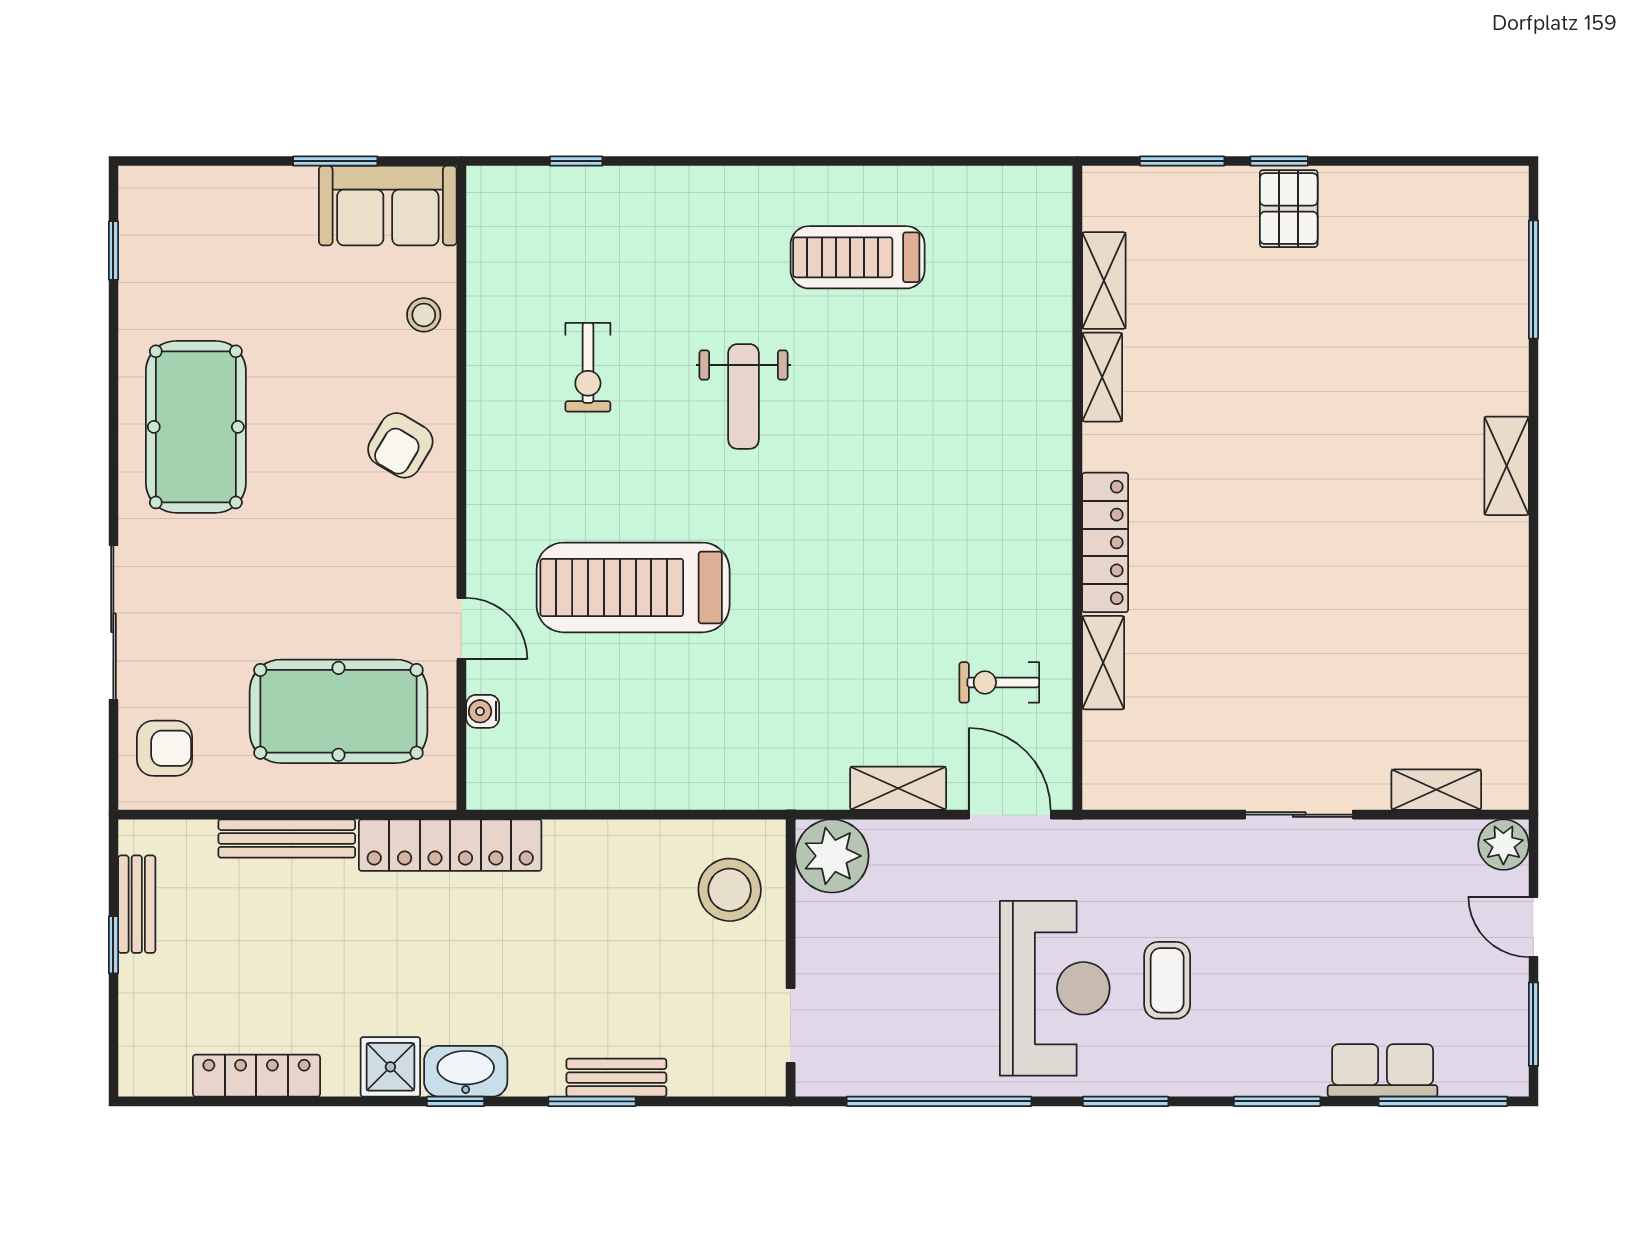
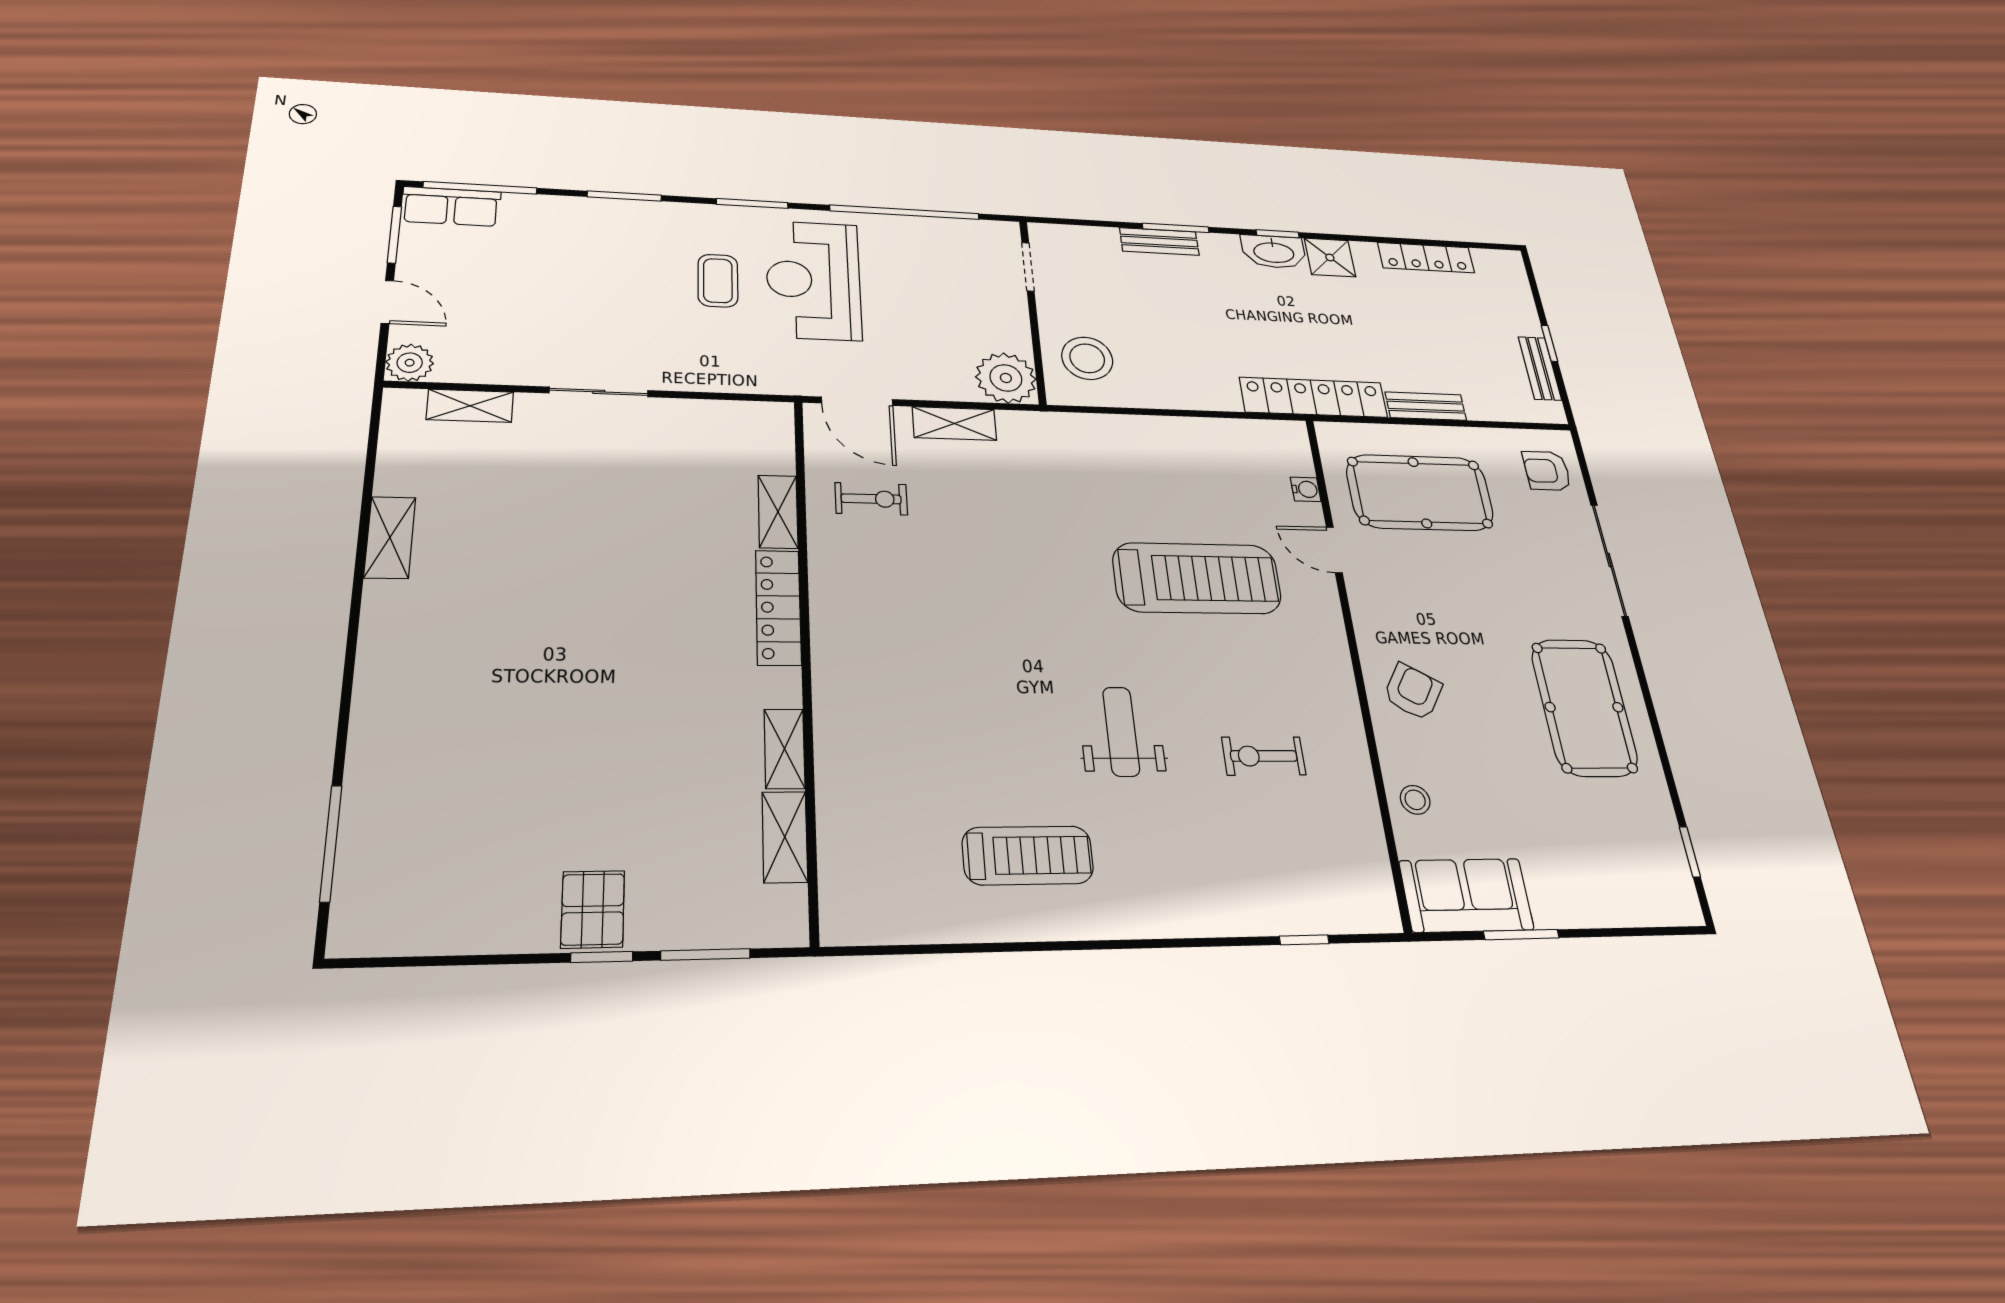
exercise bike: (588, 367) -> (1264, 756), turned -90
shelving: (1507, 466) -> (390, 537), moved
bench: (287, 838) -> (1426, 406), width x0.73
row of seats: (1383, 1070) -> (451, 206), moved

